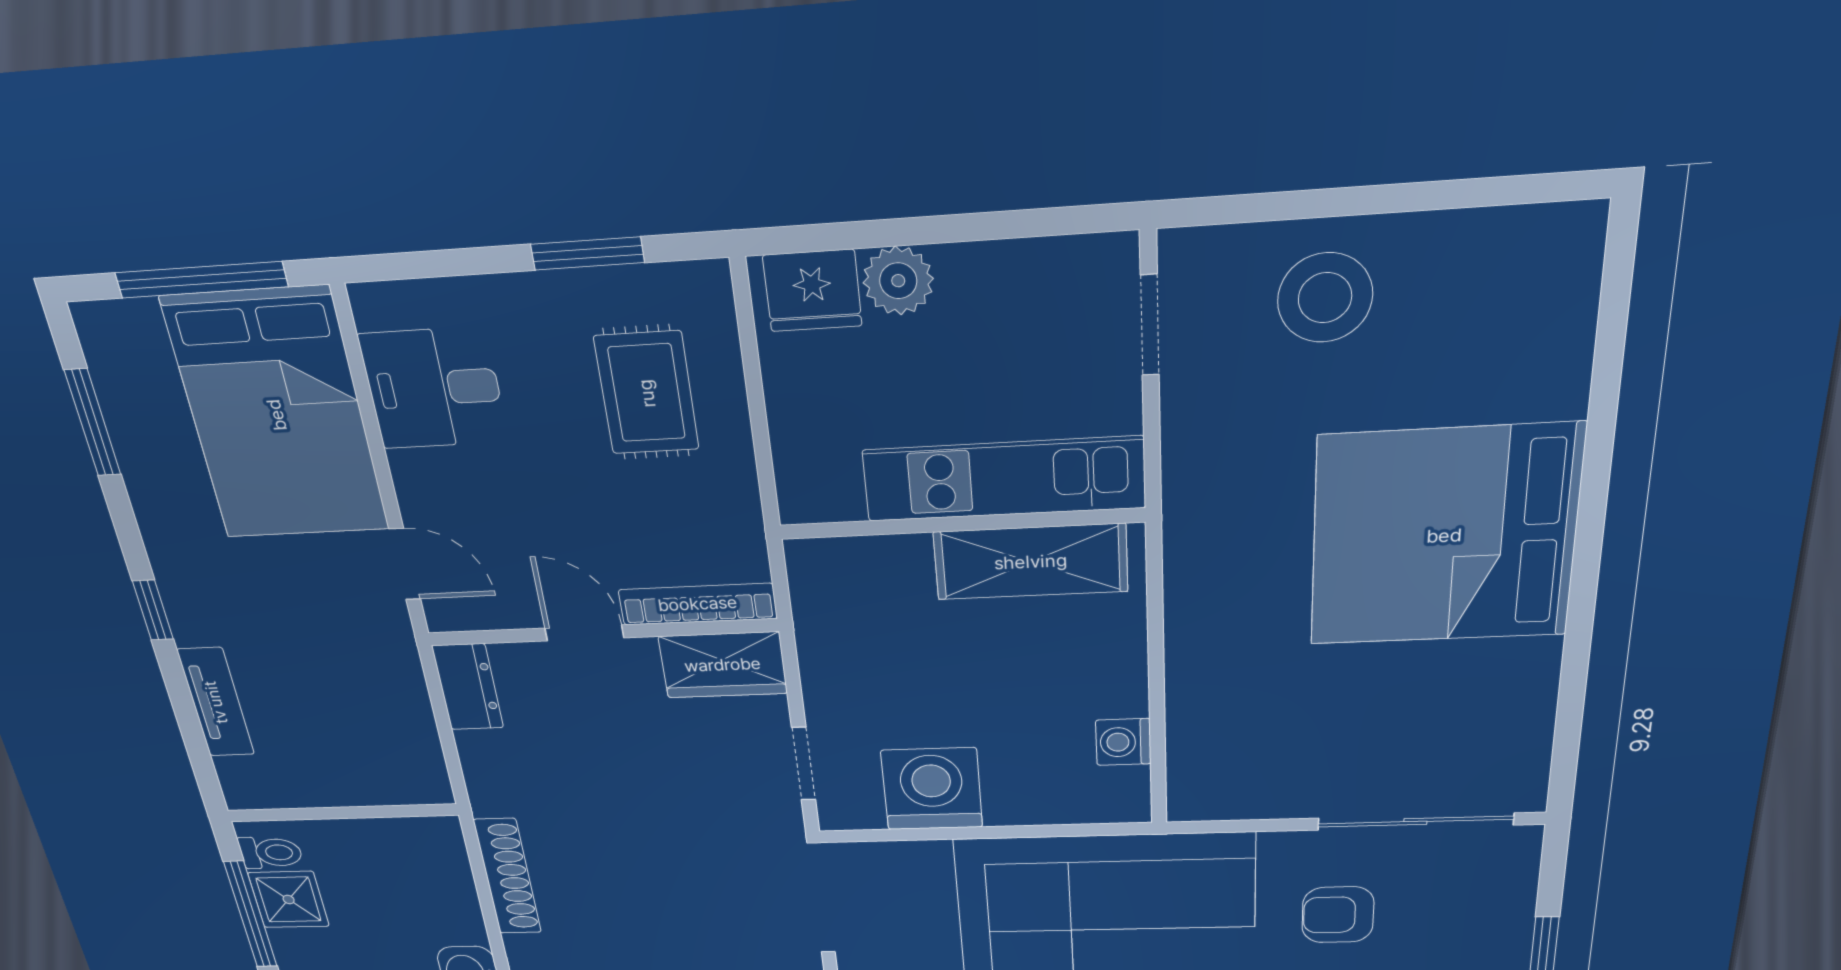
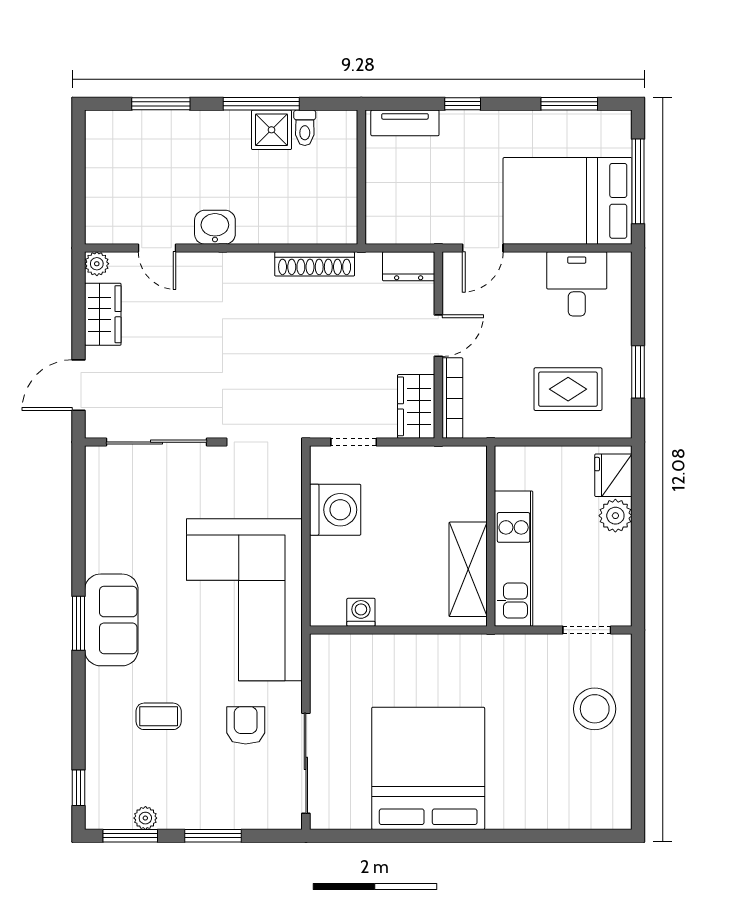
bed: (1444, 536) -> (428, 768), moved
wall: (343, 813) -> (361, 177), moved
shoe rack: (508, 877) -> (315, 264), moved

